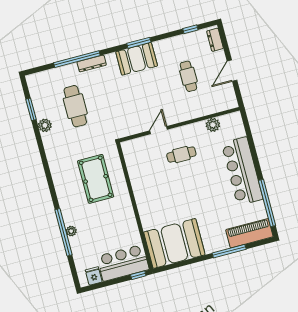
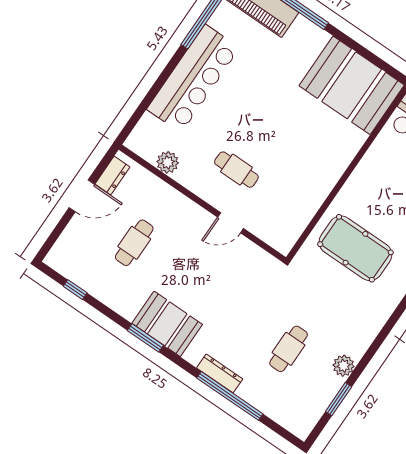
dresser: (215, 40) -> (112, 175), moved
cafe table: (75, 106) -> (289, 349), width x0.73, depth x0.74
pool table: (96, 179) -> (355, 248), turned 90

